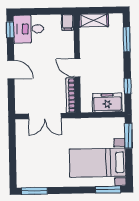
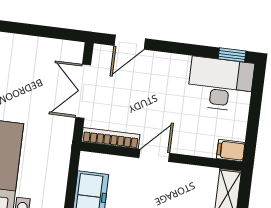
desk: (29, 29) -> (221, 84), width x1.37
door: (11, 70) -> (130, 42), moved

